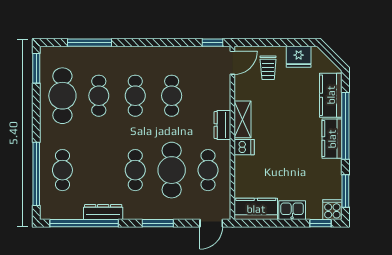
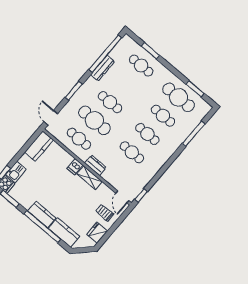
window: (36, 68) -> (195, 89), moved
window: (36, 174) -> (150, 51), width x0.47
kitchen sink: (292, 210) -> (16, 172), moved

